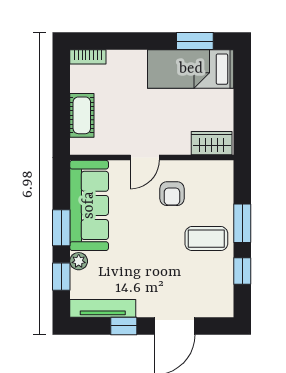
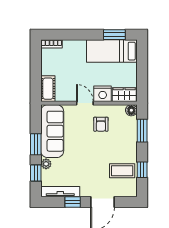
cot: (82, 115) -> (48, 89), moved
nightstand: (175, 142) -> (103, 94), added
door: (145, 158) -> (85, 103), swing flipped
floor lamp: (224, 170) -> (131, 110), added
window: (242, 223) -> (142, 131), moved
coffee table: (206, 239) -> (122, 171), moved

